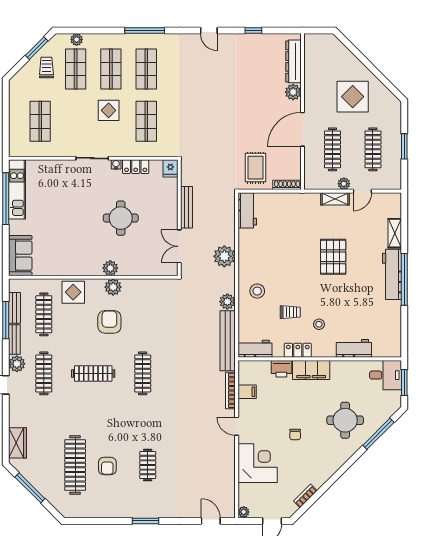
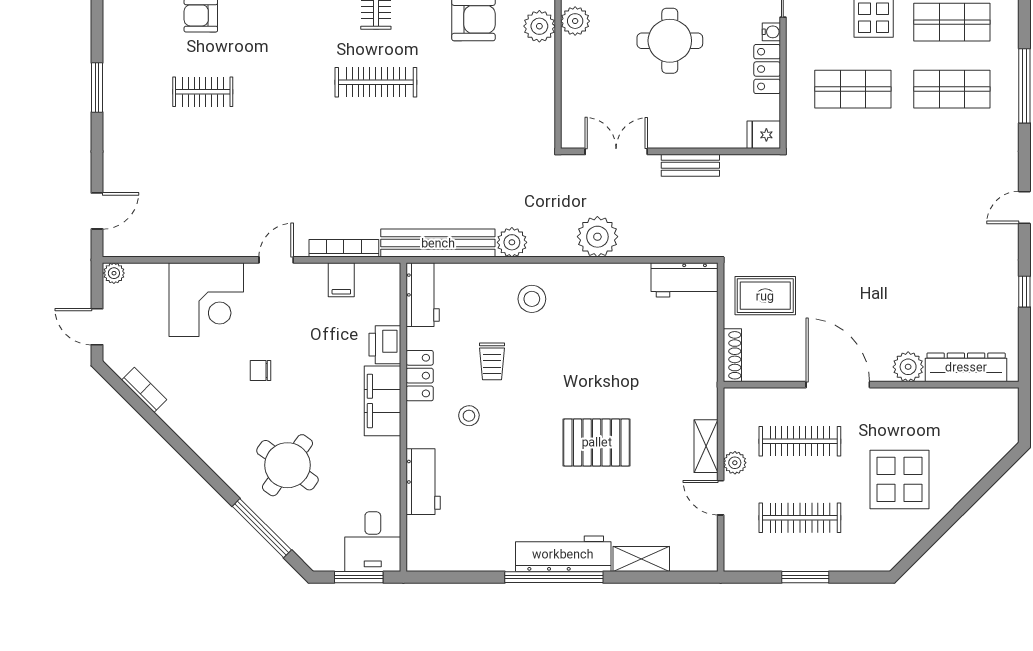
bench: (187, 207) -> (690, 165), width x0.73
round table: (345, 420) -> (287, 465), turned 36

